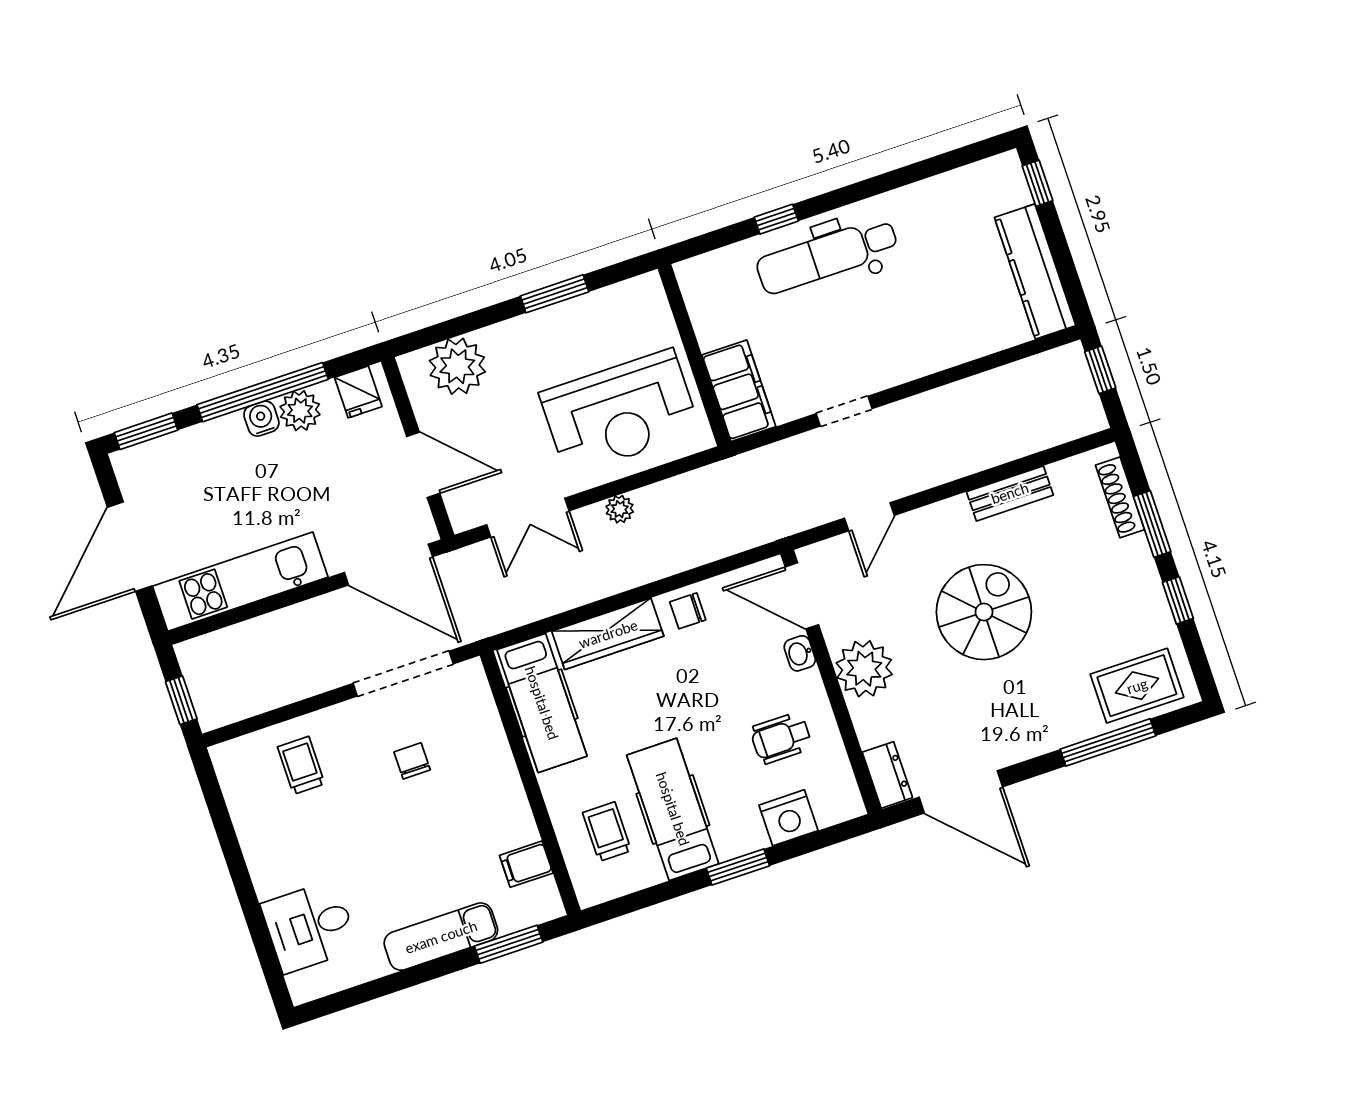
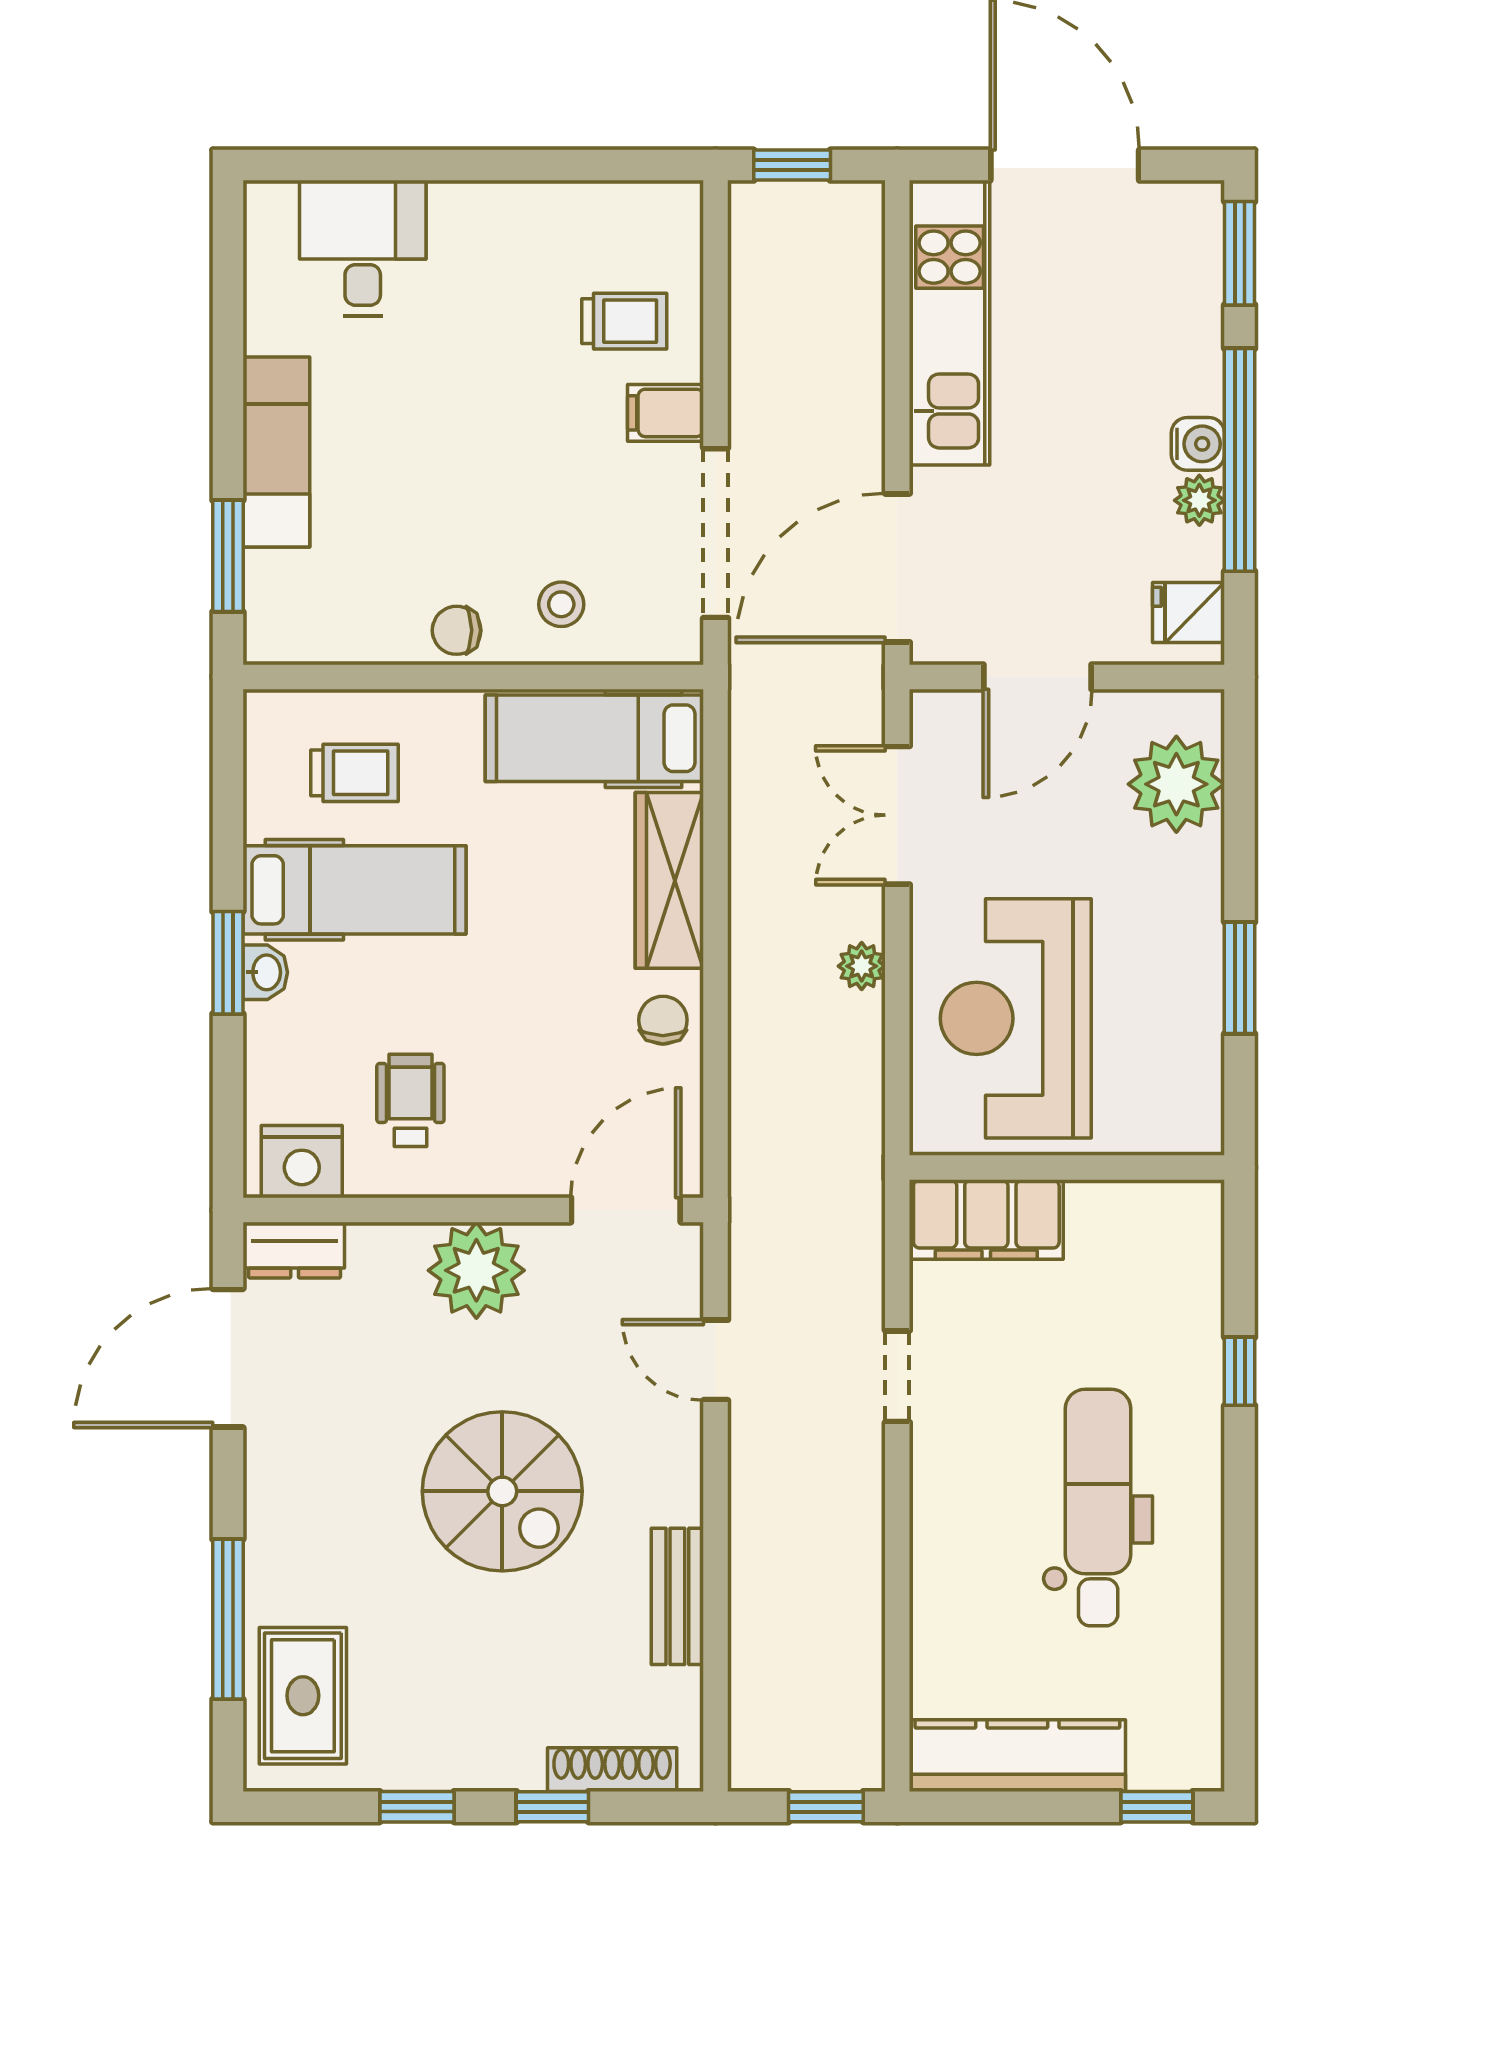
dental chair: (827, 256) -> (1098, 1508), moved
plant: (300, 411) -> (1199, 500), width x0.73, depth x0.73
window: (1152, 524) -> (552, 1807), width x0.67
washbasin: (800, 653) -> (265, 972), moved, turned 90
stool: (473, 747) -> (561, 604), added
chair: (412, 761) -> (457, 630), moved, turned 180
nightstand: (788, 818) -> (302, 1162), moved, turned -90
filing cabinet: (526, 864) -> (666, 413), moved, turned -90

